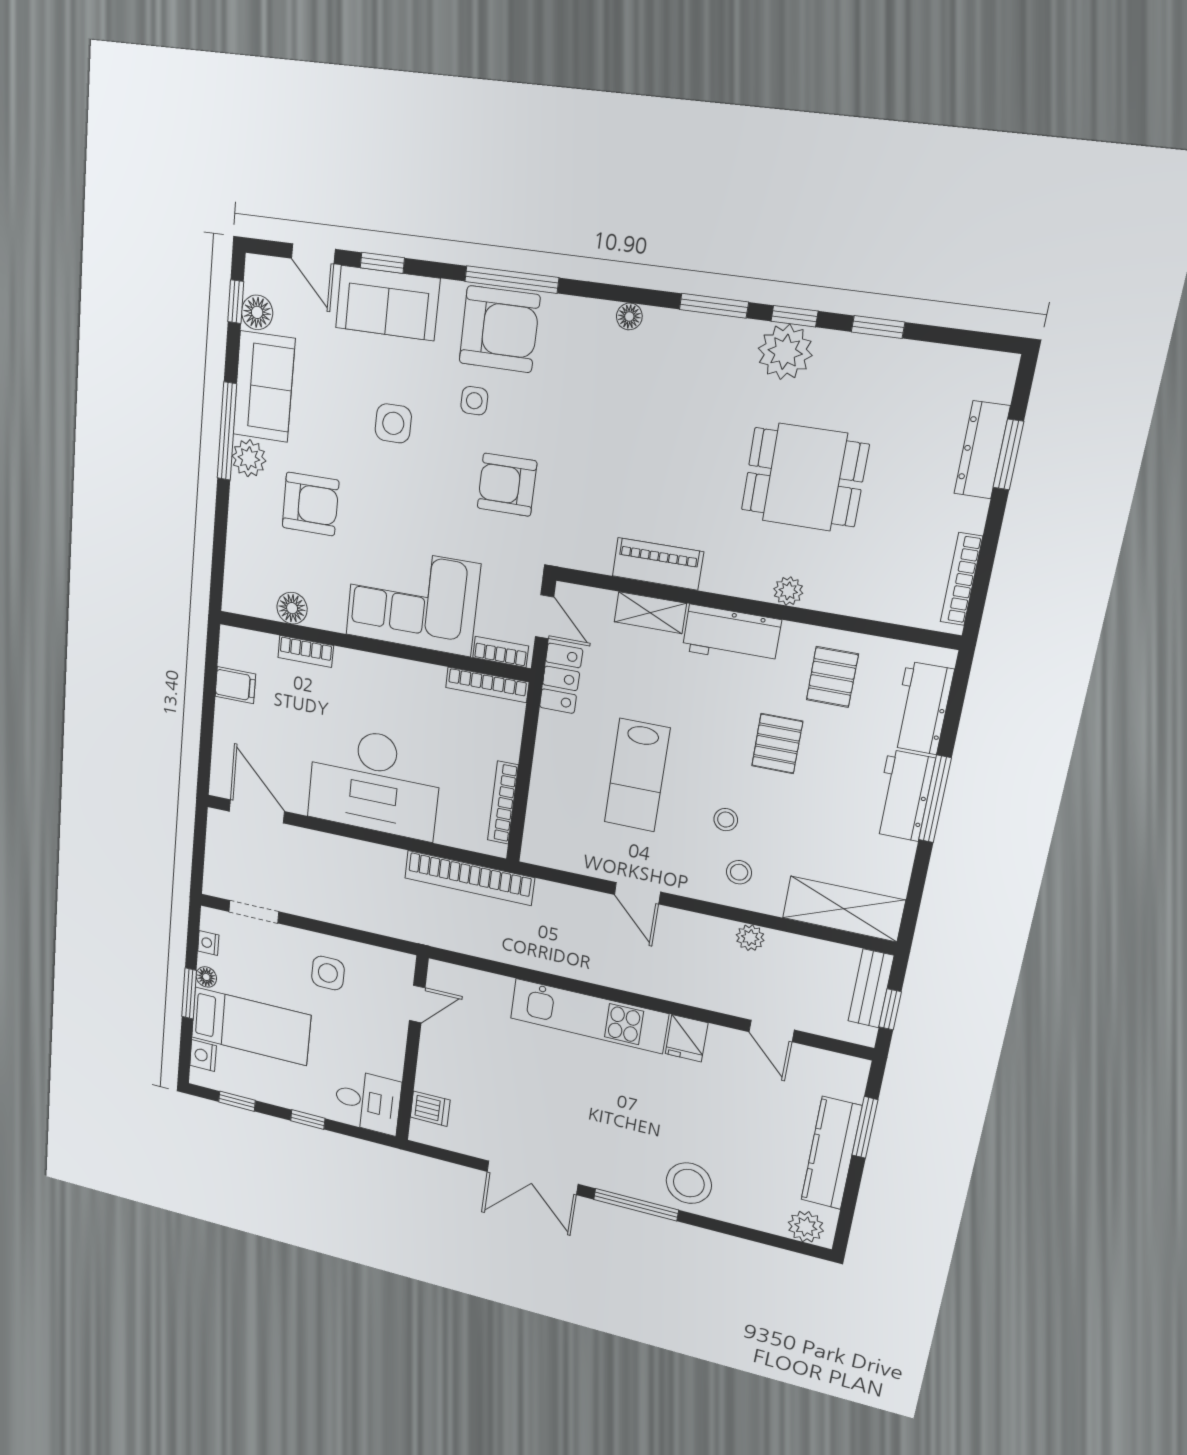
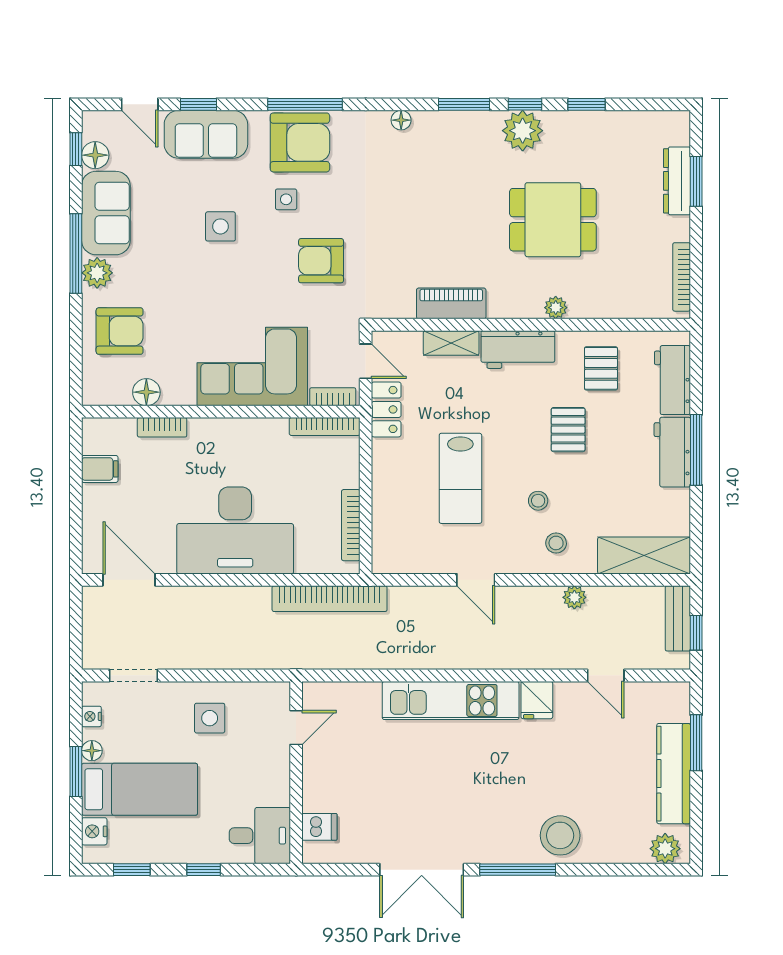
armchair: (310, 504) -> (120, 331), moved

